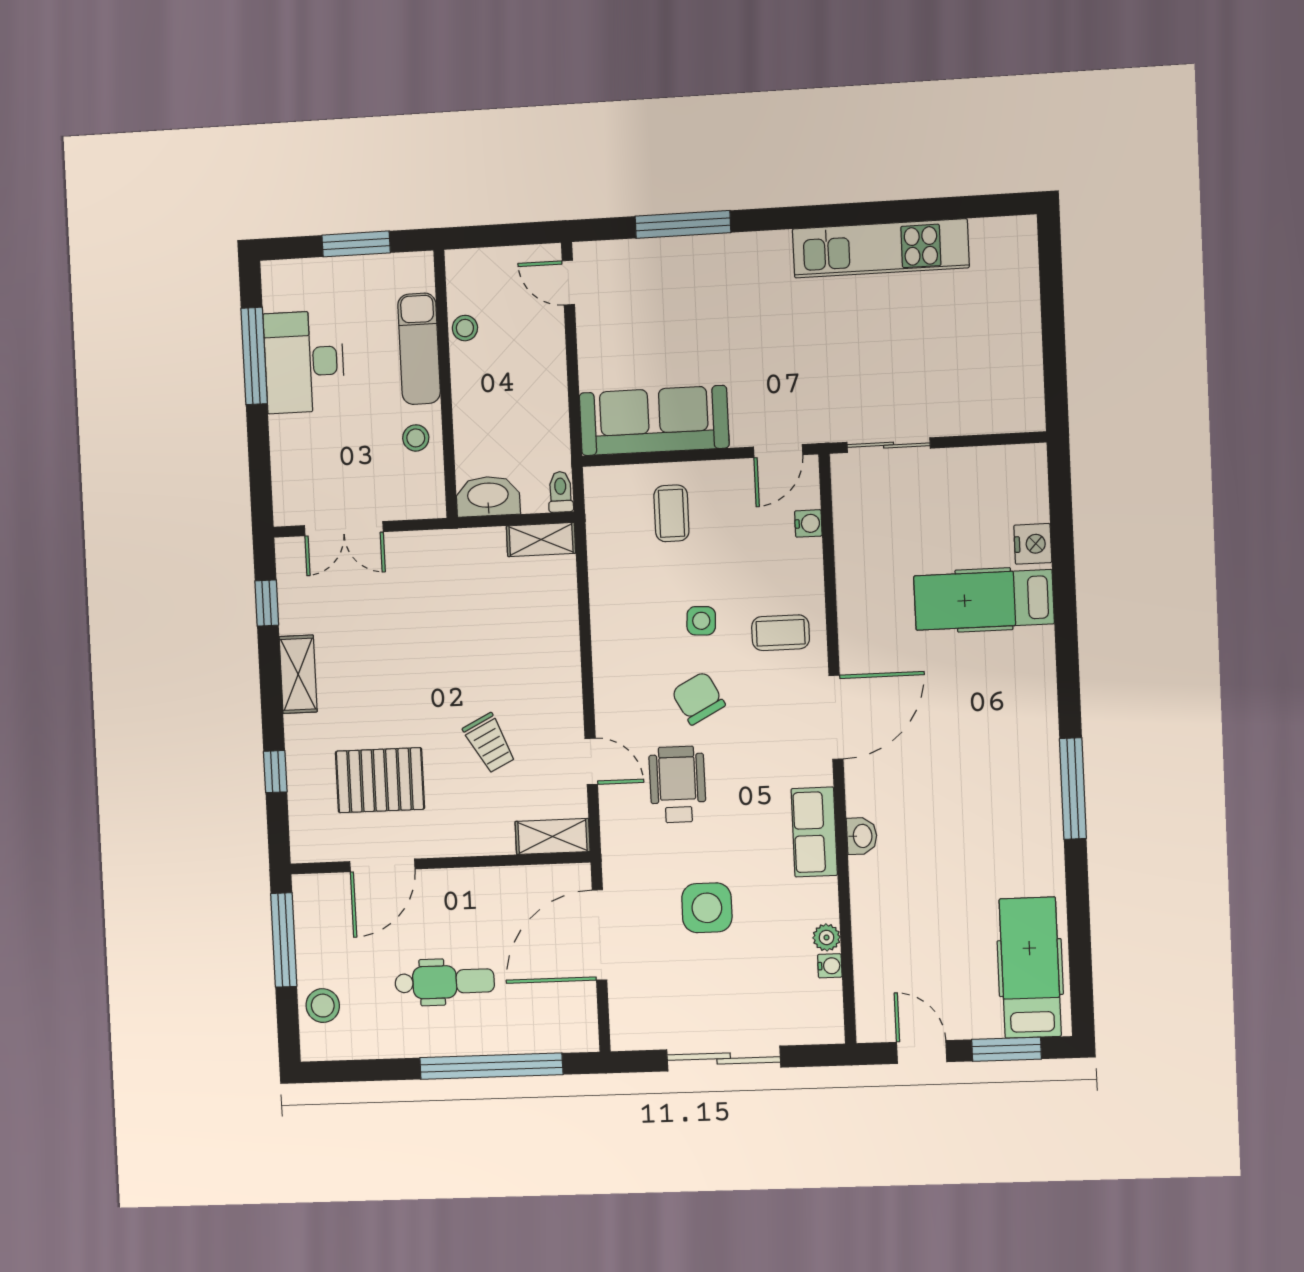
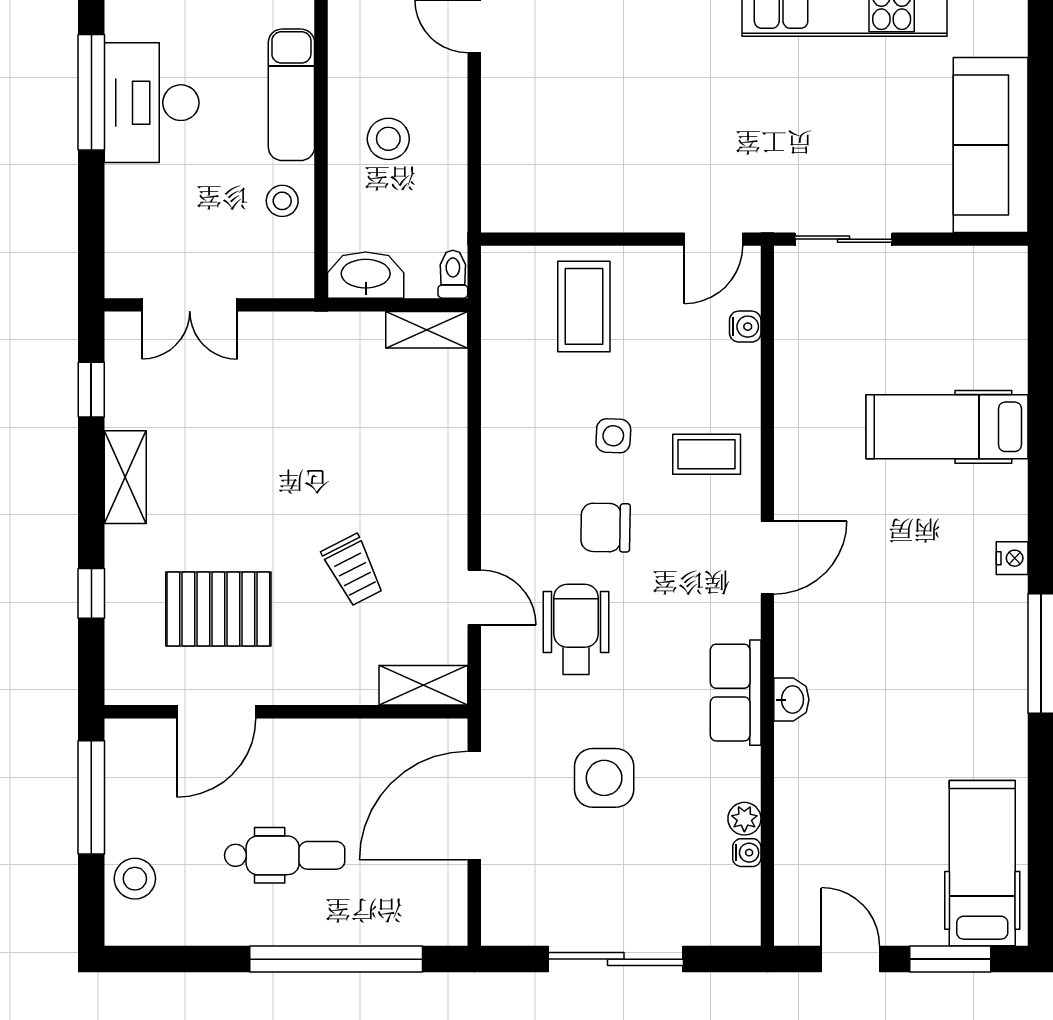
stool: (465, 328) -> (388, 139), moved, width x1.37, depth x1.37
sofa: (654, 420) -> (991, 145), moved, turned -90
coffee table: (671, 513) -> (584, 306), width x1.36, depth x1.30
nightstand: (1033, 544) -> (1012, 558), moved, width x0.72, depth x0.74
chair: (698, 698) -> (606, 528), turned -61
door: (836, 717) -> (767, 558), width x0.73

